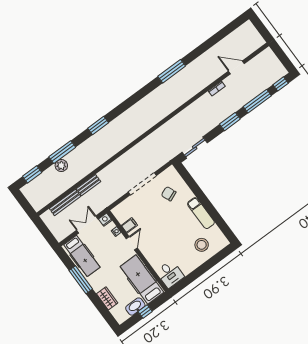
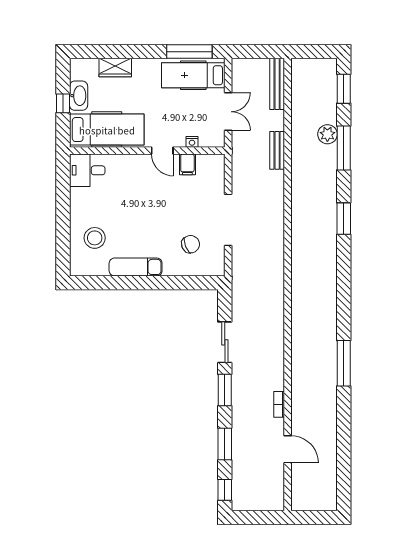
door: (236, 67) -> (288, 449), hinge flipped
window: (257, 101) -> (225, 444), width x0.69
sliding door: (195, 148) -> (225, 342), moved
bench: (65, 202) -> (277, 84), moved
nightstand: (105, 220) -> (217, 139), removed
window: (81, 280) -> (189, 52), moved

